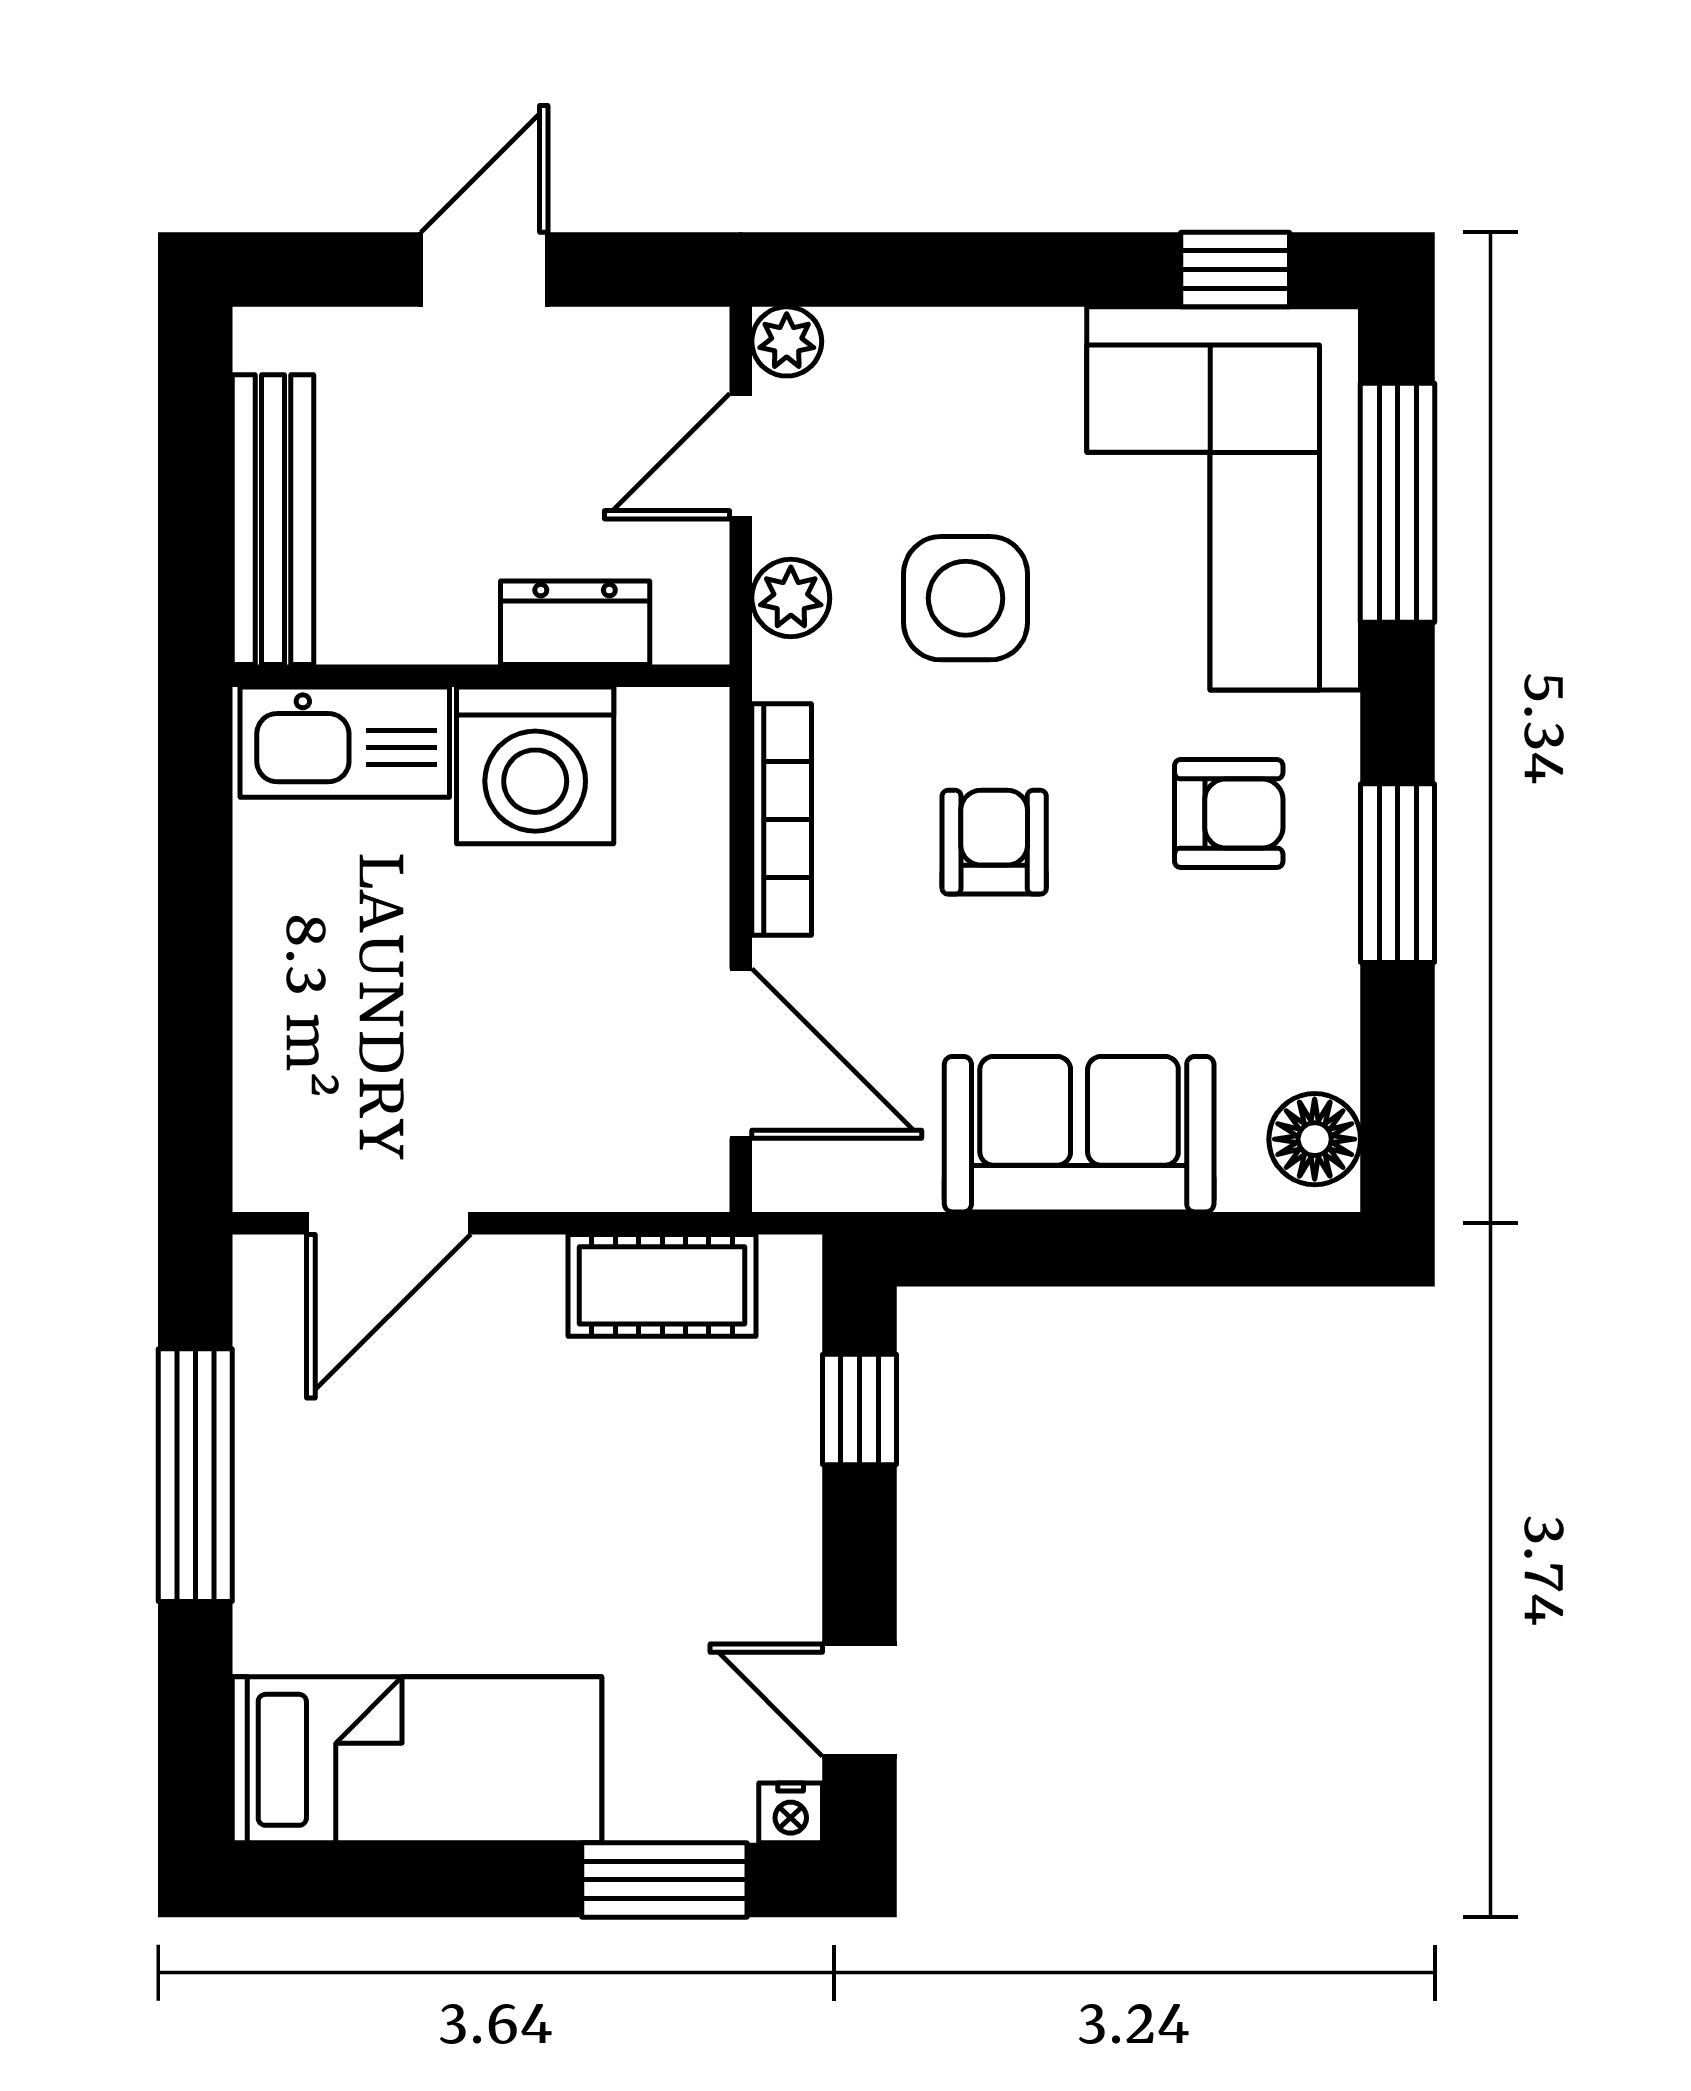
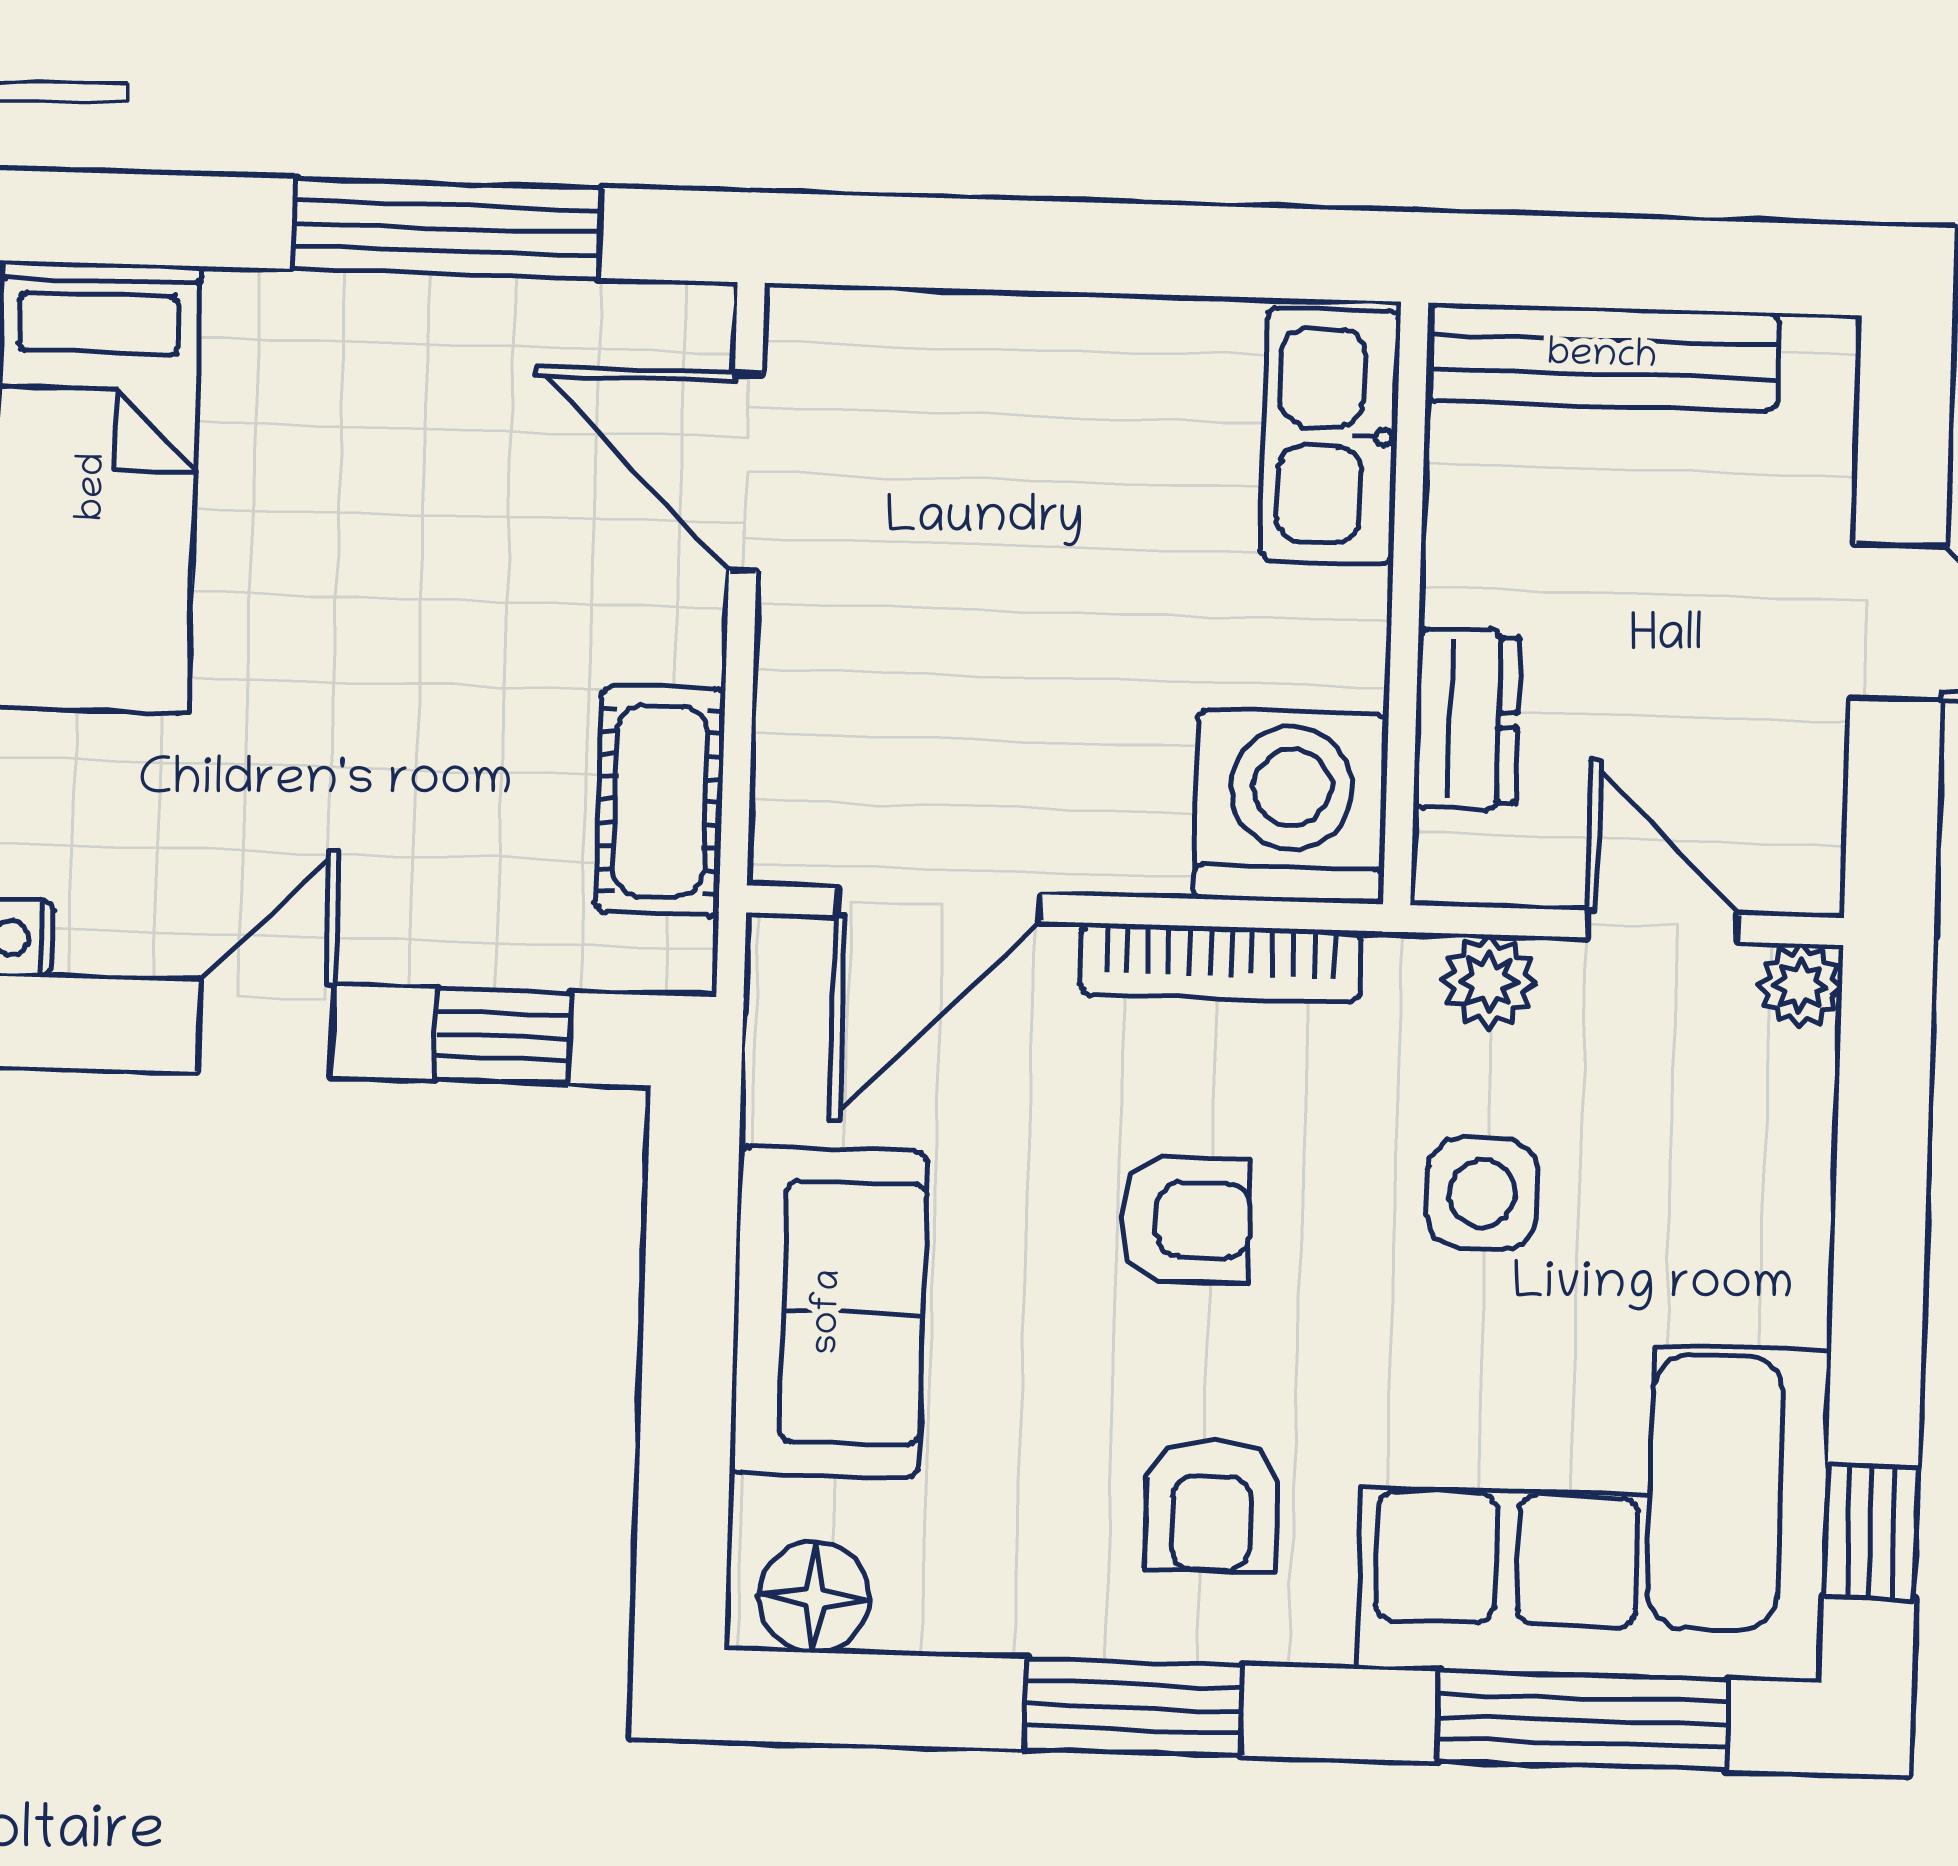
side table: (966, 598) -> (1482, 1193), width x0.73, depth x0.73
washing machine: (535, 765) -> (1291, 807), moved, turned 90
door: (860, 1700) -> (266, 1029), moved

